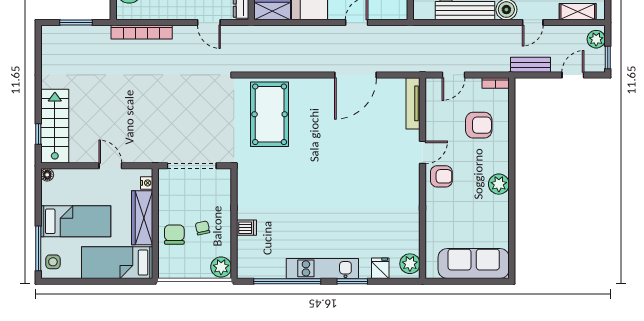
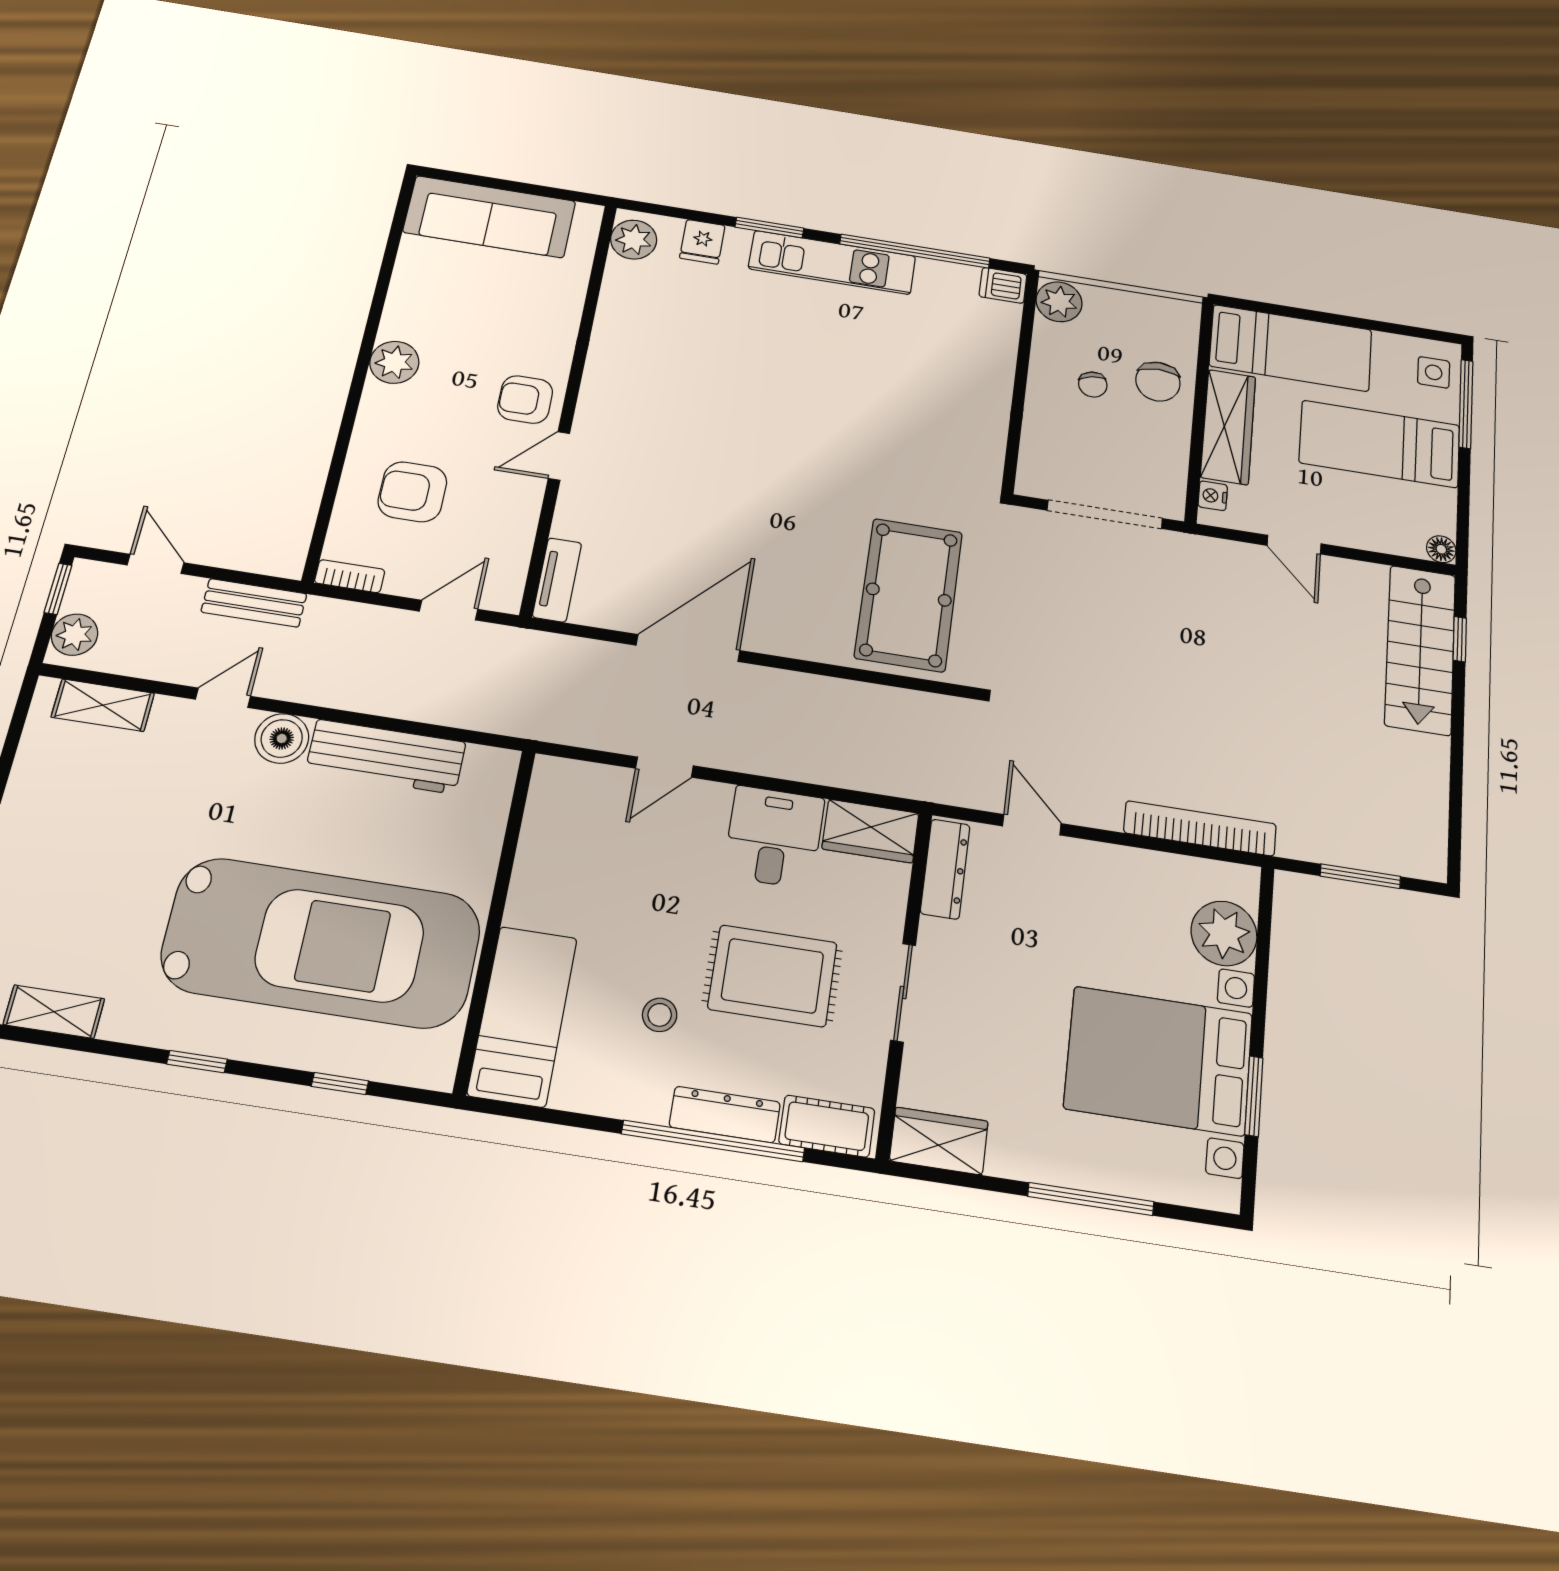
door: (573, 75) -> (155, 564), swing flipped
tv unit: (413, 103) -> (557, 580), width x0.71
dishwasher: (246, 228) -> (1003, 285), moved

